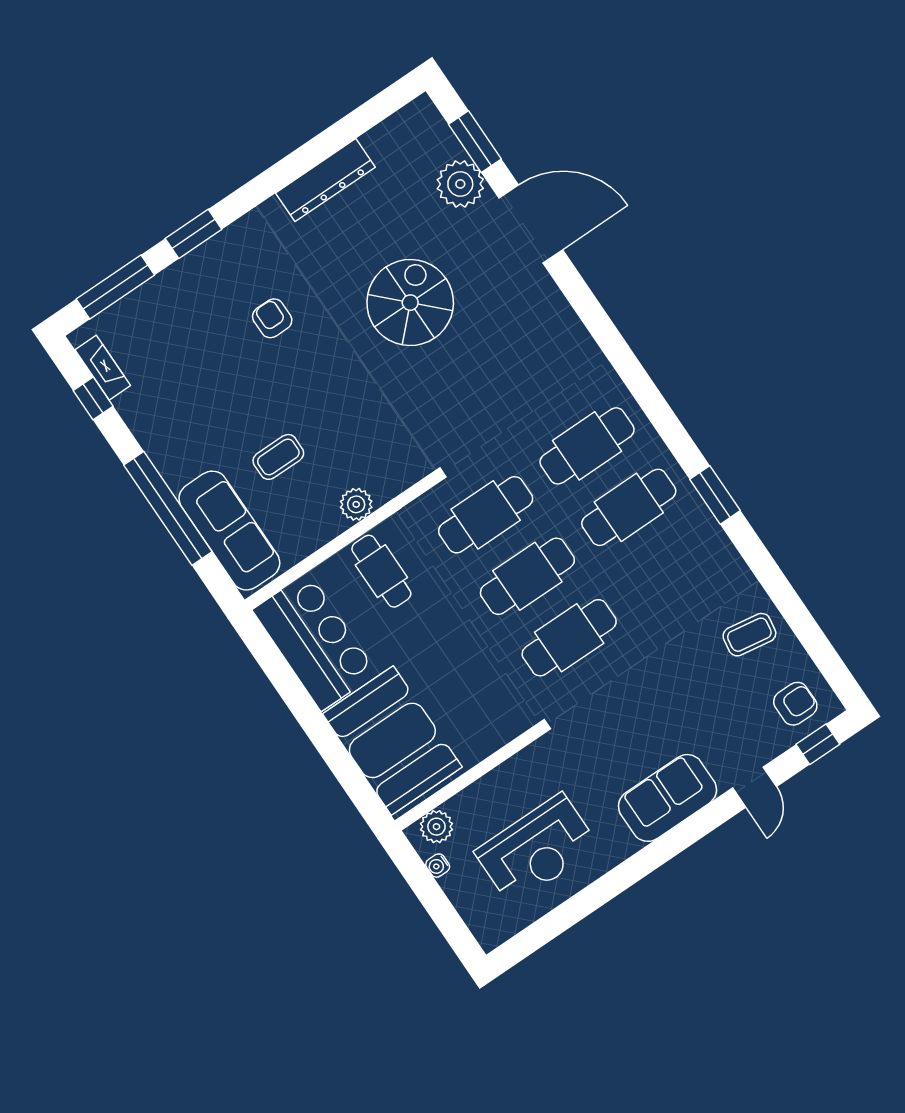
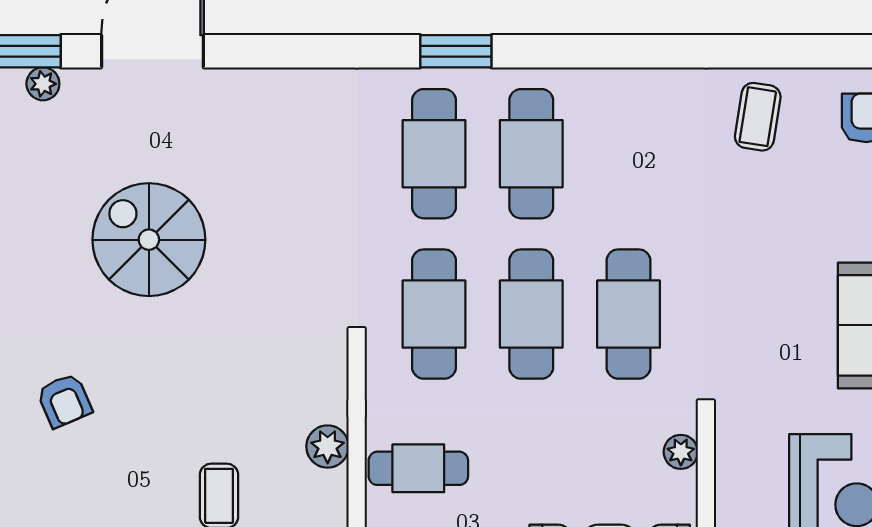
plant: (460, 184) -> (43, 84), width x0.53, depth x0.53
armchair: (272, 318) -> (64, 401), turned -113
window: (715, 495) -> (456, 51), moved
plant: (505, 730) -> (681, 452), added

